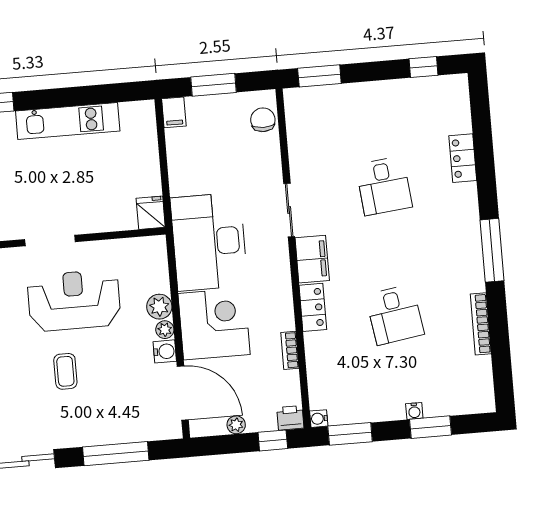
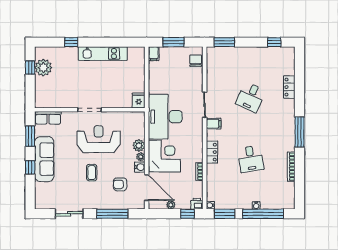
desk: (384, 186) -> (251, 97), turned 30
filing cabinet: (312, 259) -> (214, 124), width x0.50
armchair: (127, 391) -> (120, 184), added
window: (430, 427) -> (263, 214), width x2.11

